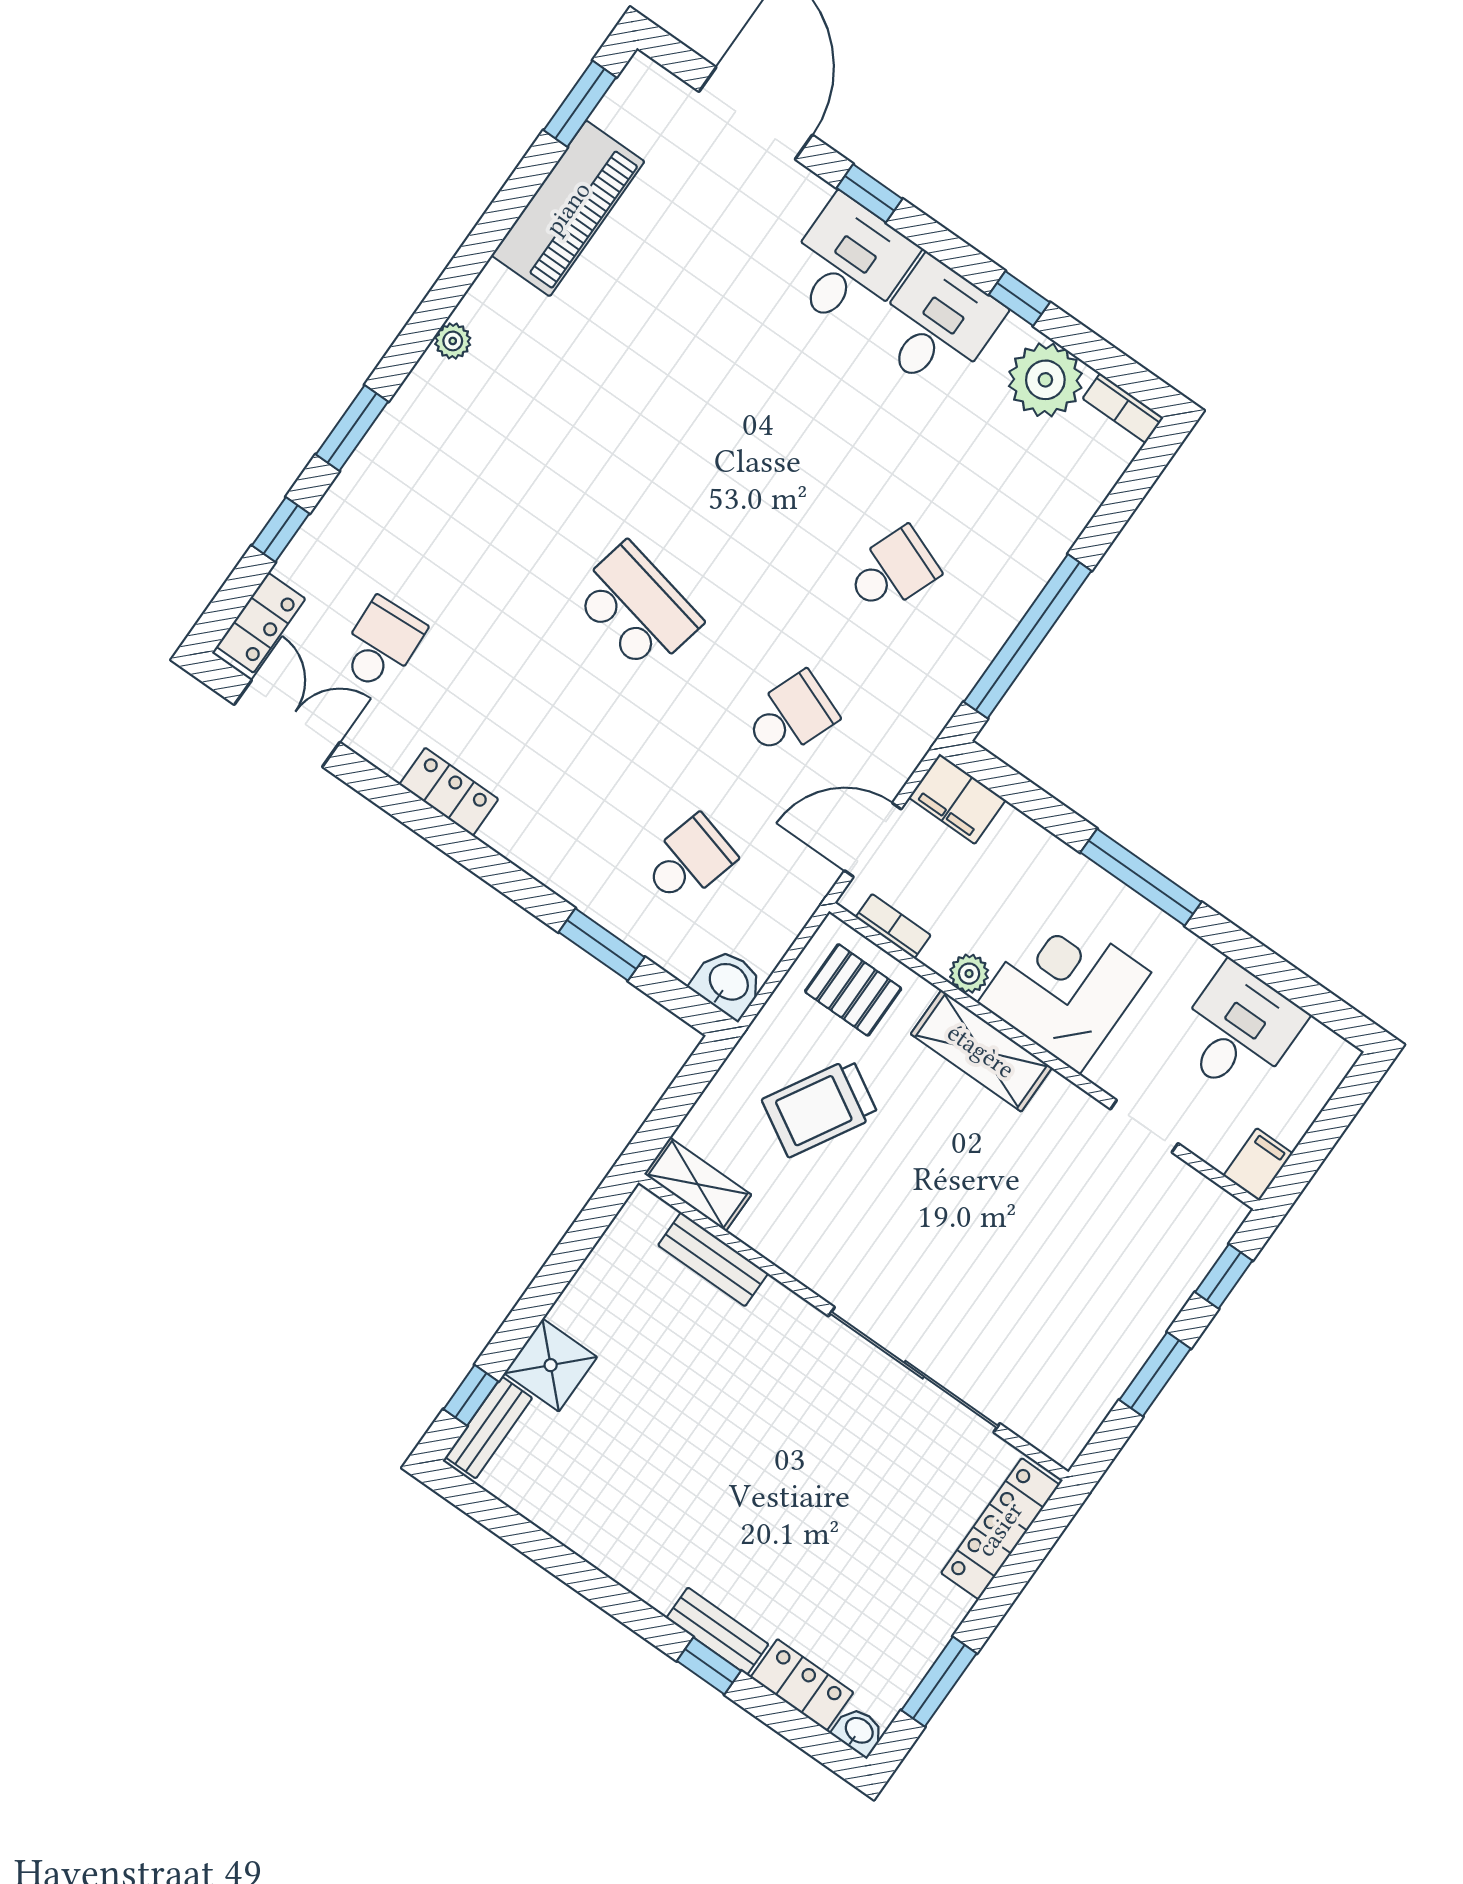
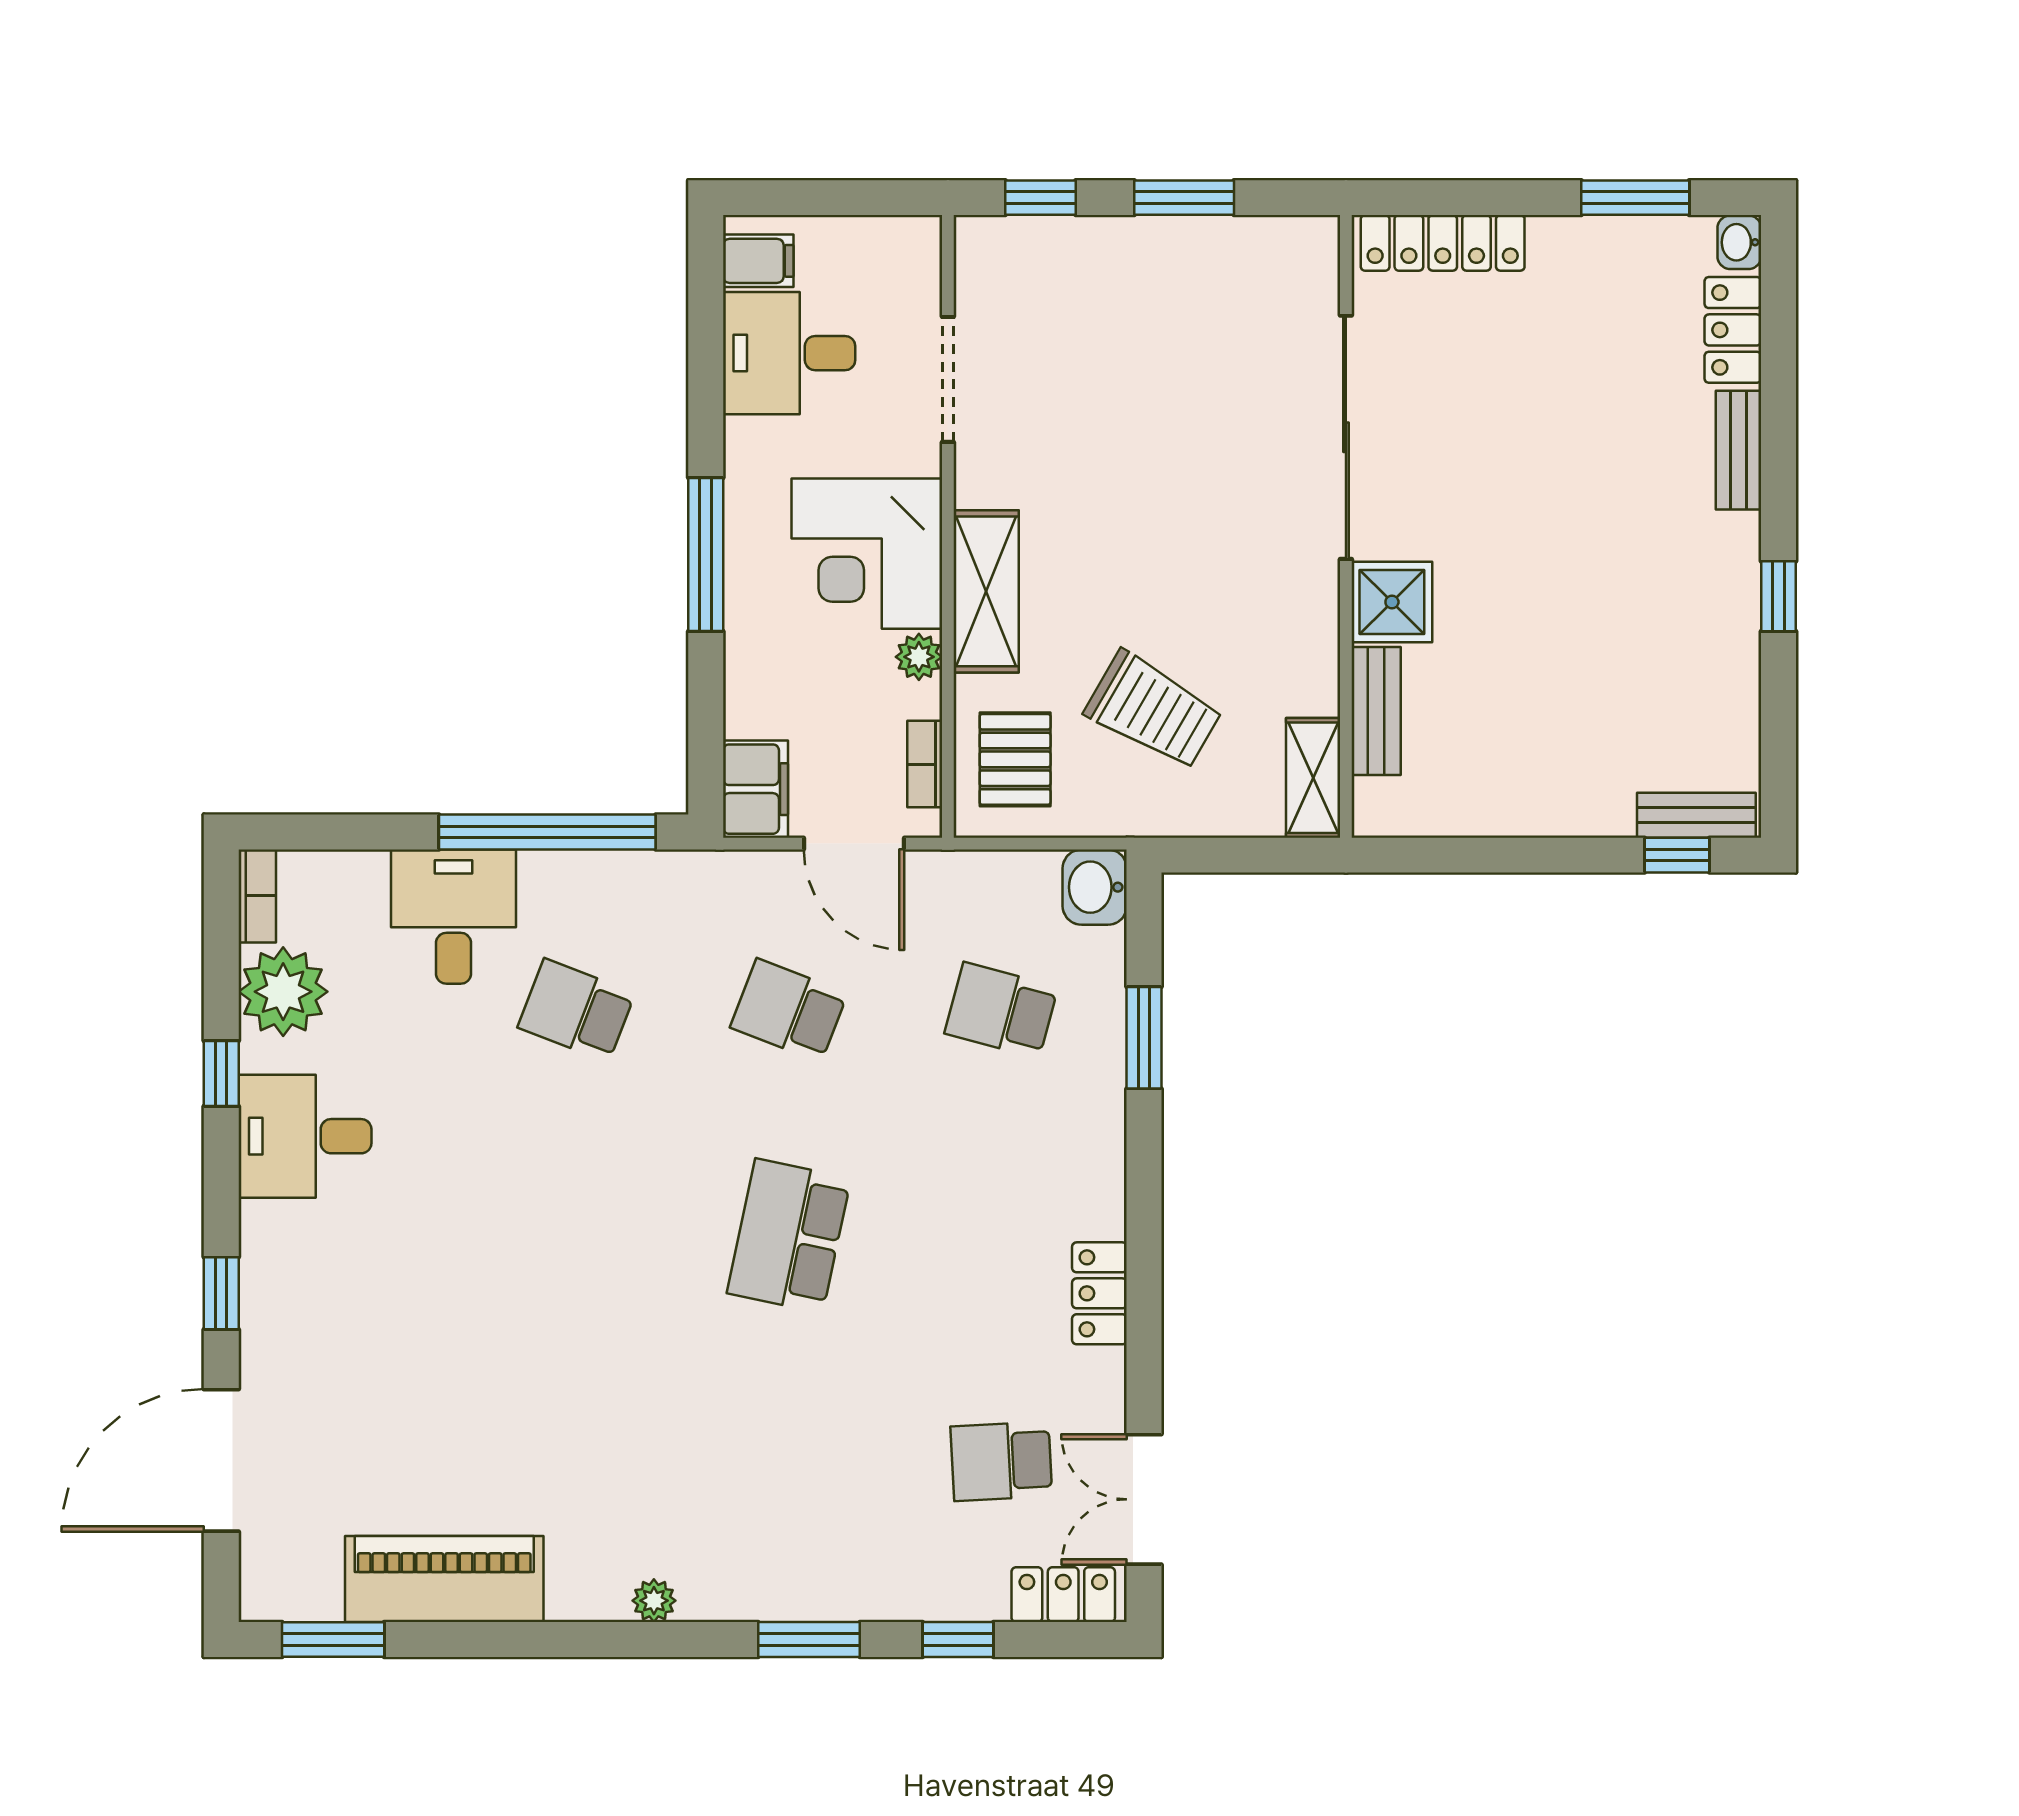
desk: (848, 265) -> (454, 917), moved, turned 90
doorway: (1144, 1126) -> (948, 379), width x1.38
filing cabinet: (1258, 1164) -> (758, 261), moved, turned 180
shower: (551, 1365) -> (1392, 602), moved
window: (709, 1666) -> (1779, 596), moved

